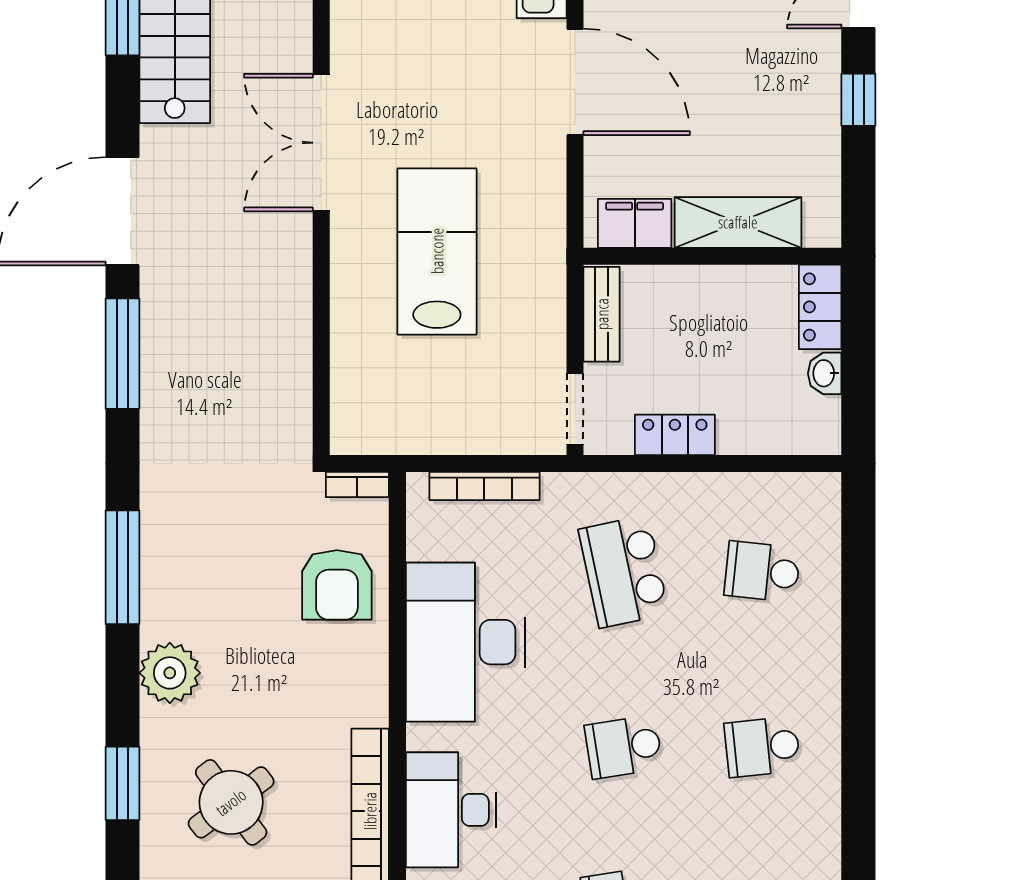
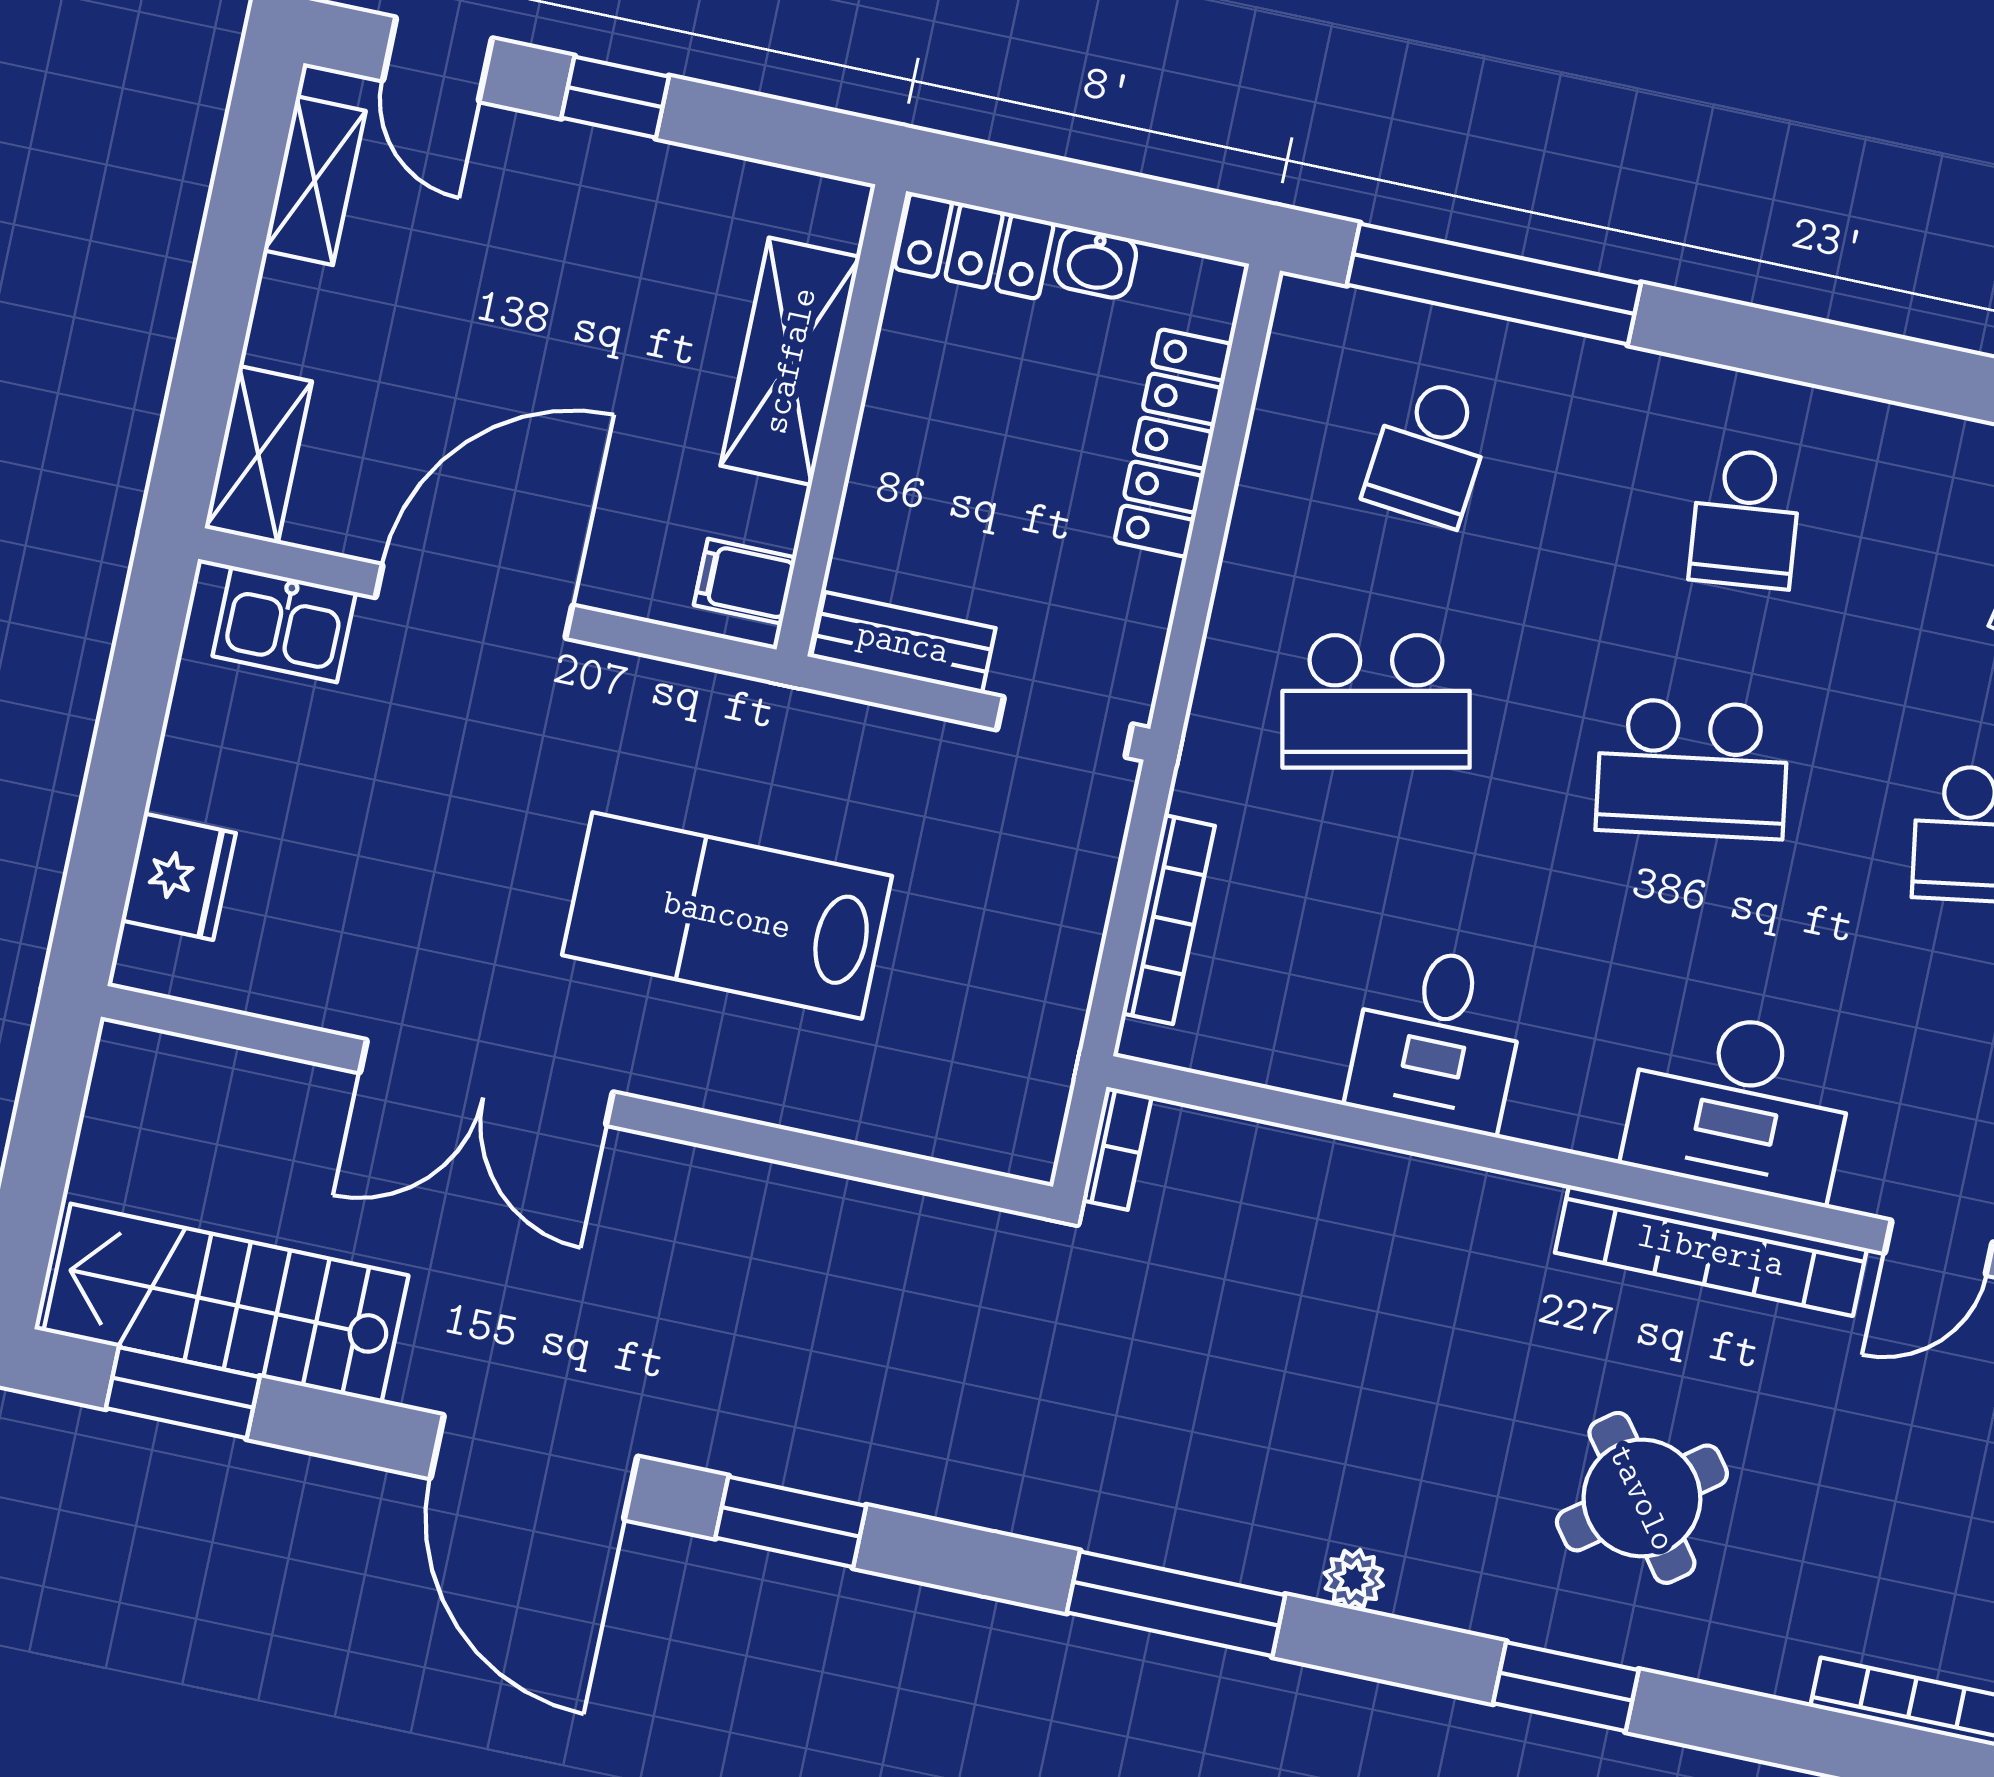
filing cabinet: (635, 223) -> (745, 581), width x0.50
window: (122, 354) -> (791, 1522), width x0.69
locker: (675, 435) -> (1173, 443), moved, width x1.53
armchair: (337, 585) -> (1290, 1224), removed
window: (858, 587) -> (1494, 284), added
desk: (465, 642) -> (1437, 1039), width x0.53, depth x0.77
plant: (170, 673) -> (1354, 1579), width x0.53, depth x0.53
school desk: (624, 747) -> (1692, 769), width x1.85

